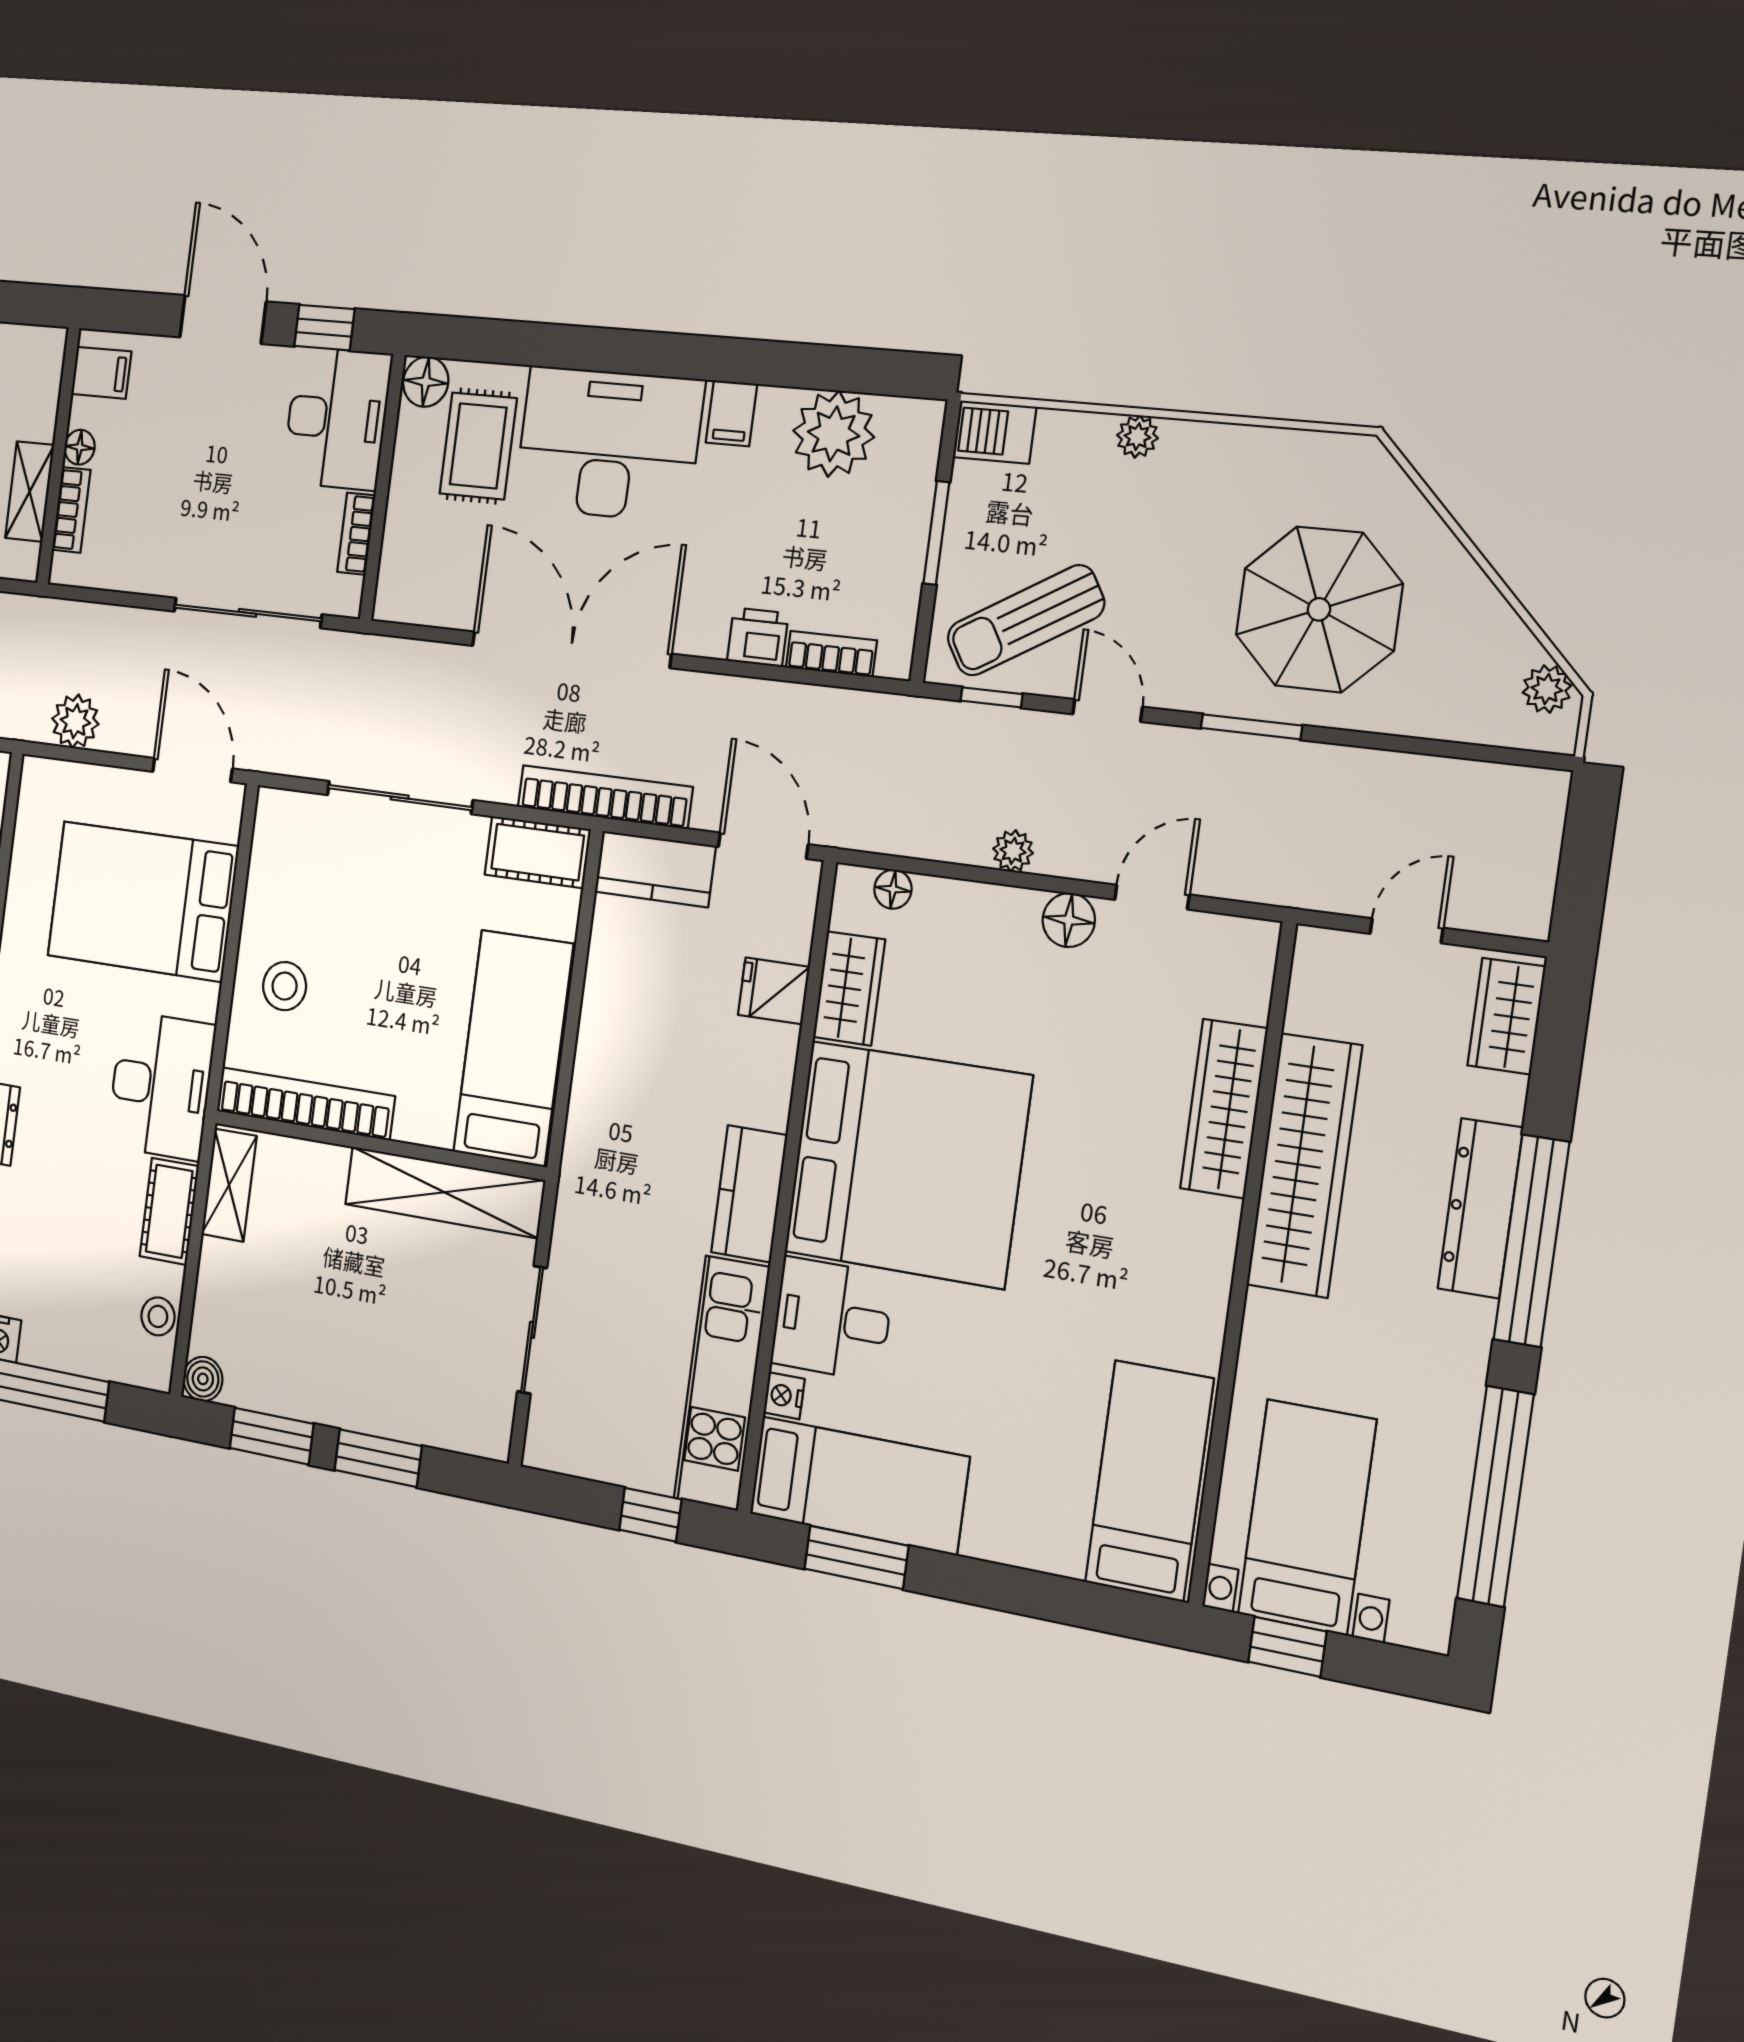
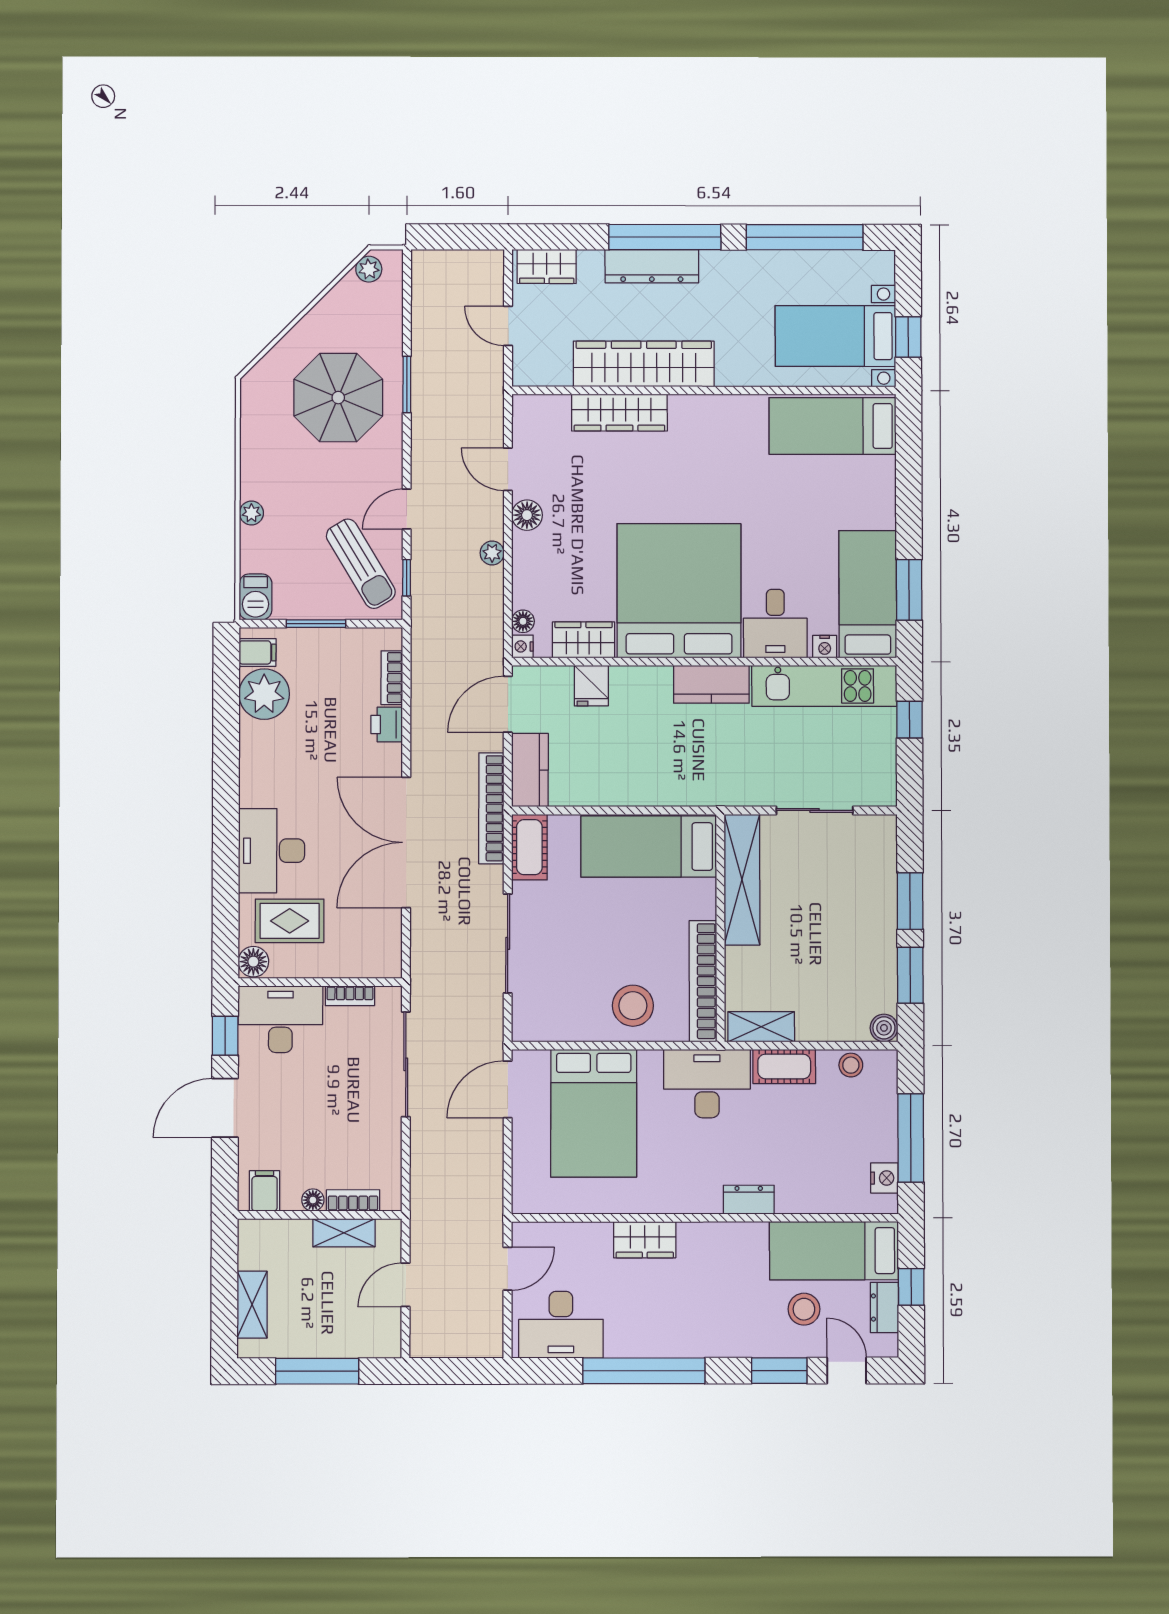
filing cabinet: (731, 413) -> (258, 652), moved
desk: (608, 444) -> (272, 851), width x0.73, depth x0.77
plant: (75, 721) -> (486, 1178), removed
window: (1251, 727) -> (407, 384), moved
nightstand: (852, 883) -> (522, 646), added
stool: (285, 986) -> (633, 1006), width x1.38, depth x1.38

